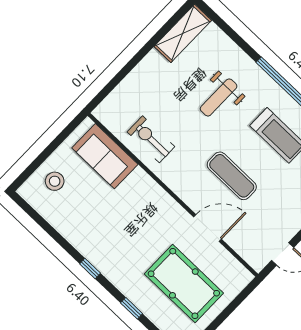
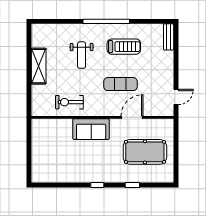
shelving: (183, 33) -> (39, 66), moved
sofa: (105, 156) -> (91, 129), moved
stool: (55, 181) -> (45, 161), removed

